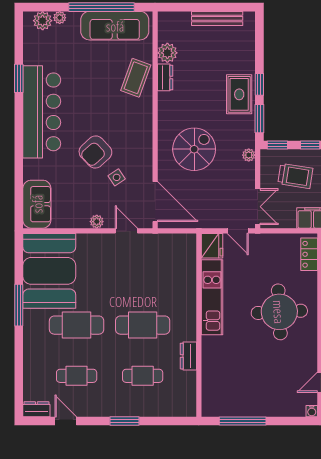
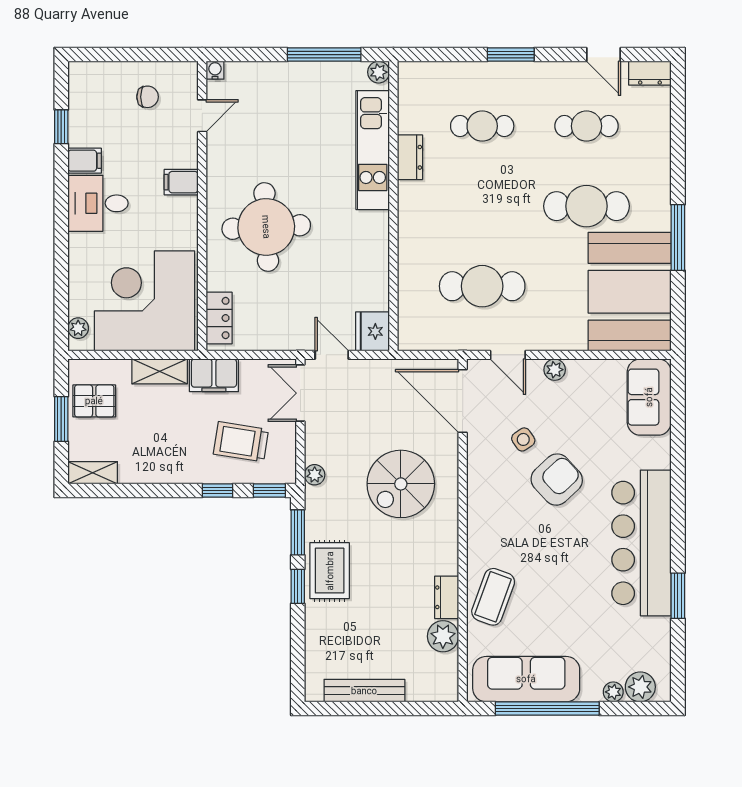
kitchen unit: (212, 297) -> (373, 150), moved
cafe table: (143, 325) -> (482, 286), moved
plant: (208, 410) -> (379, 72), added

